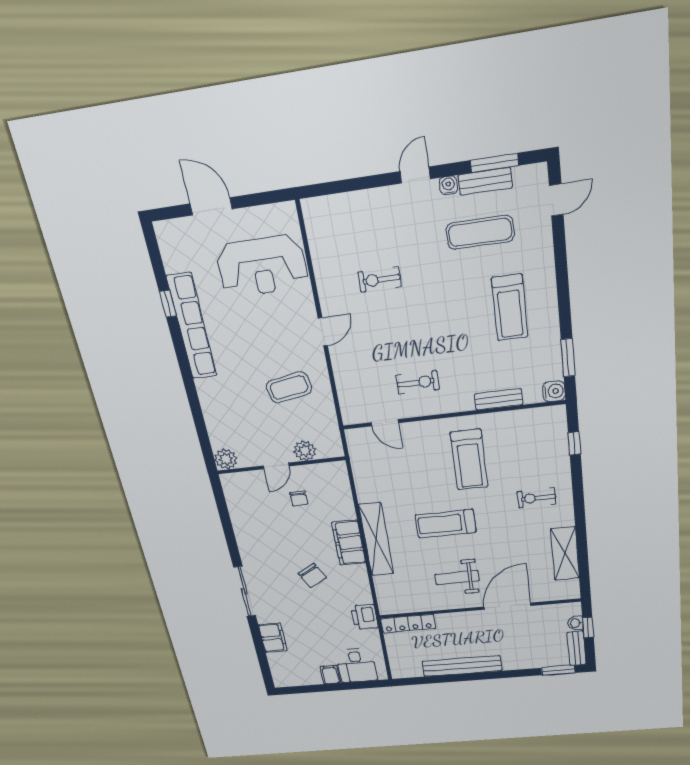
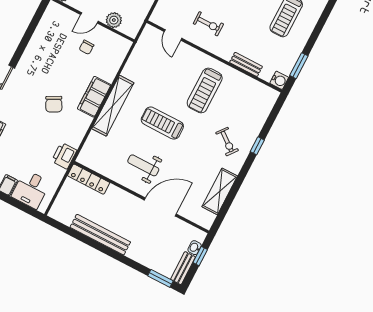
window: (574, 443) -> (257, 146), moved
exercise bike: (537, 498) -> (227, 142), turned -142

